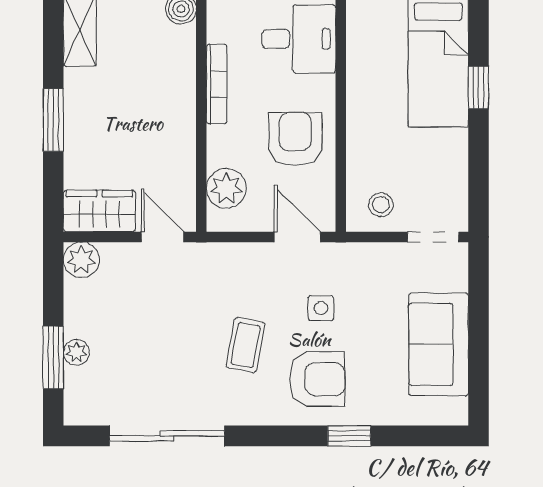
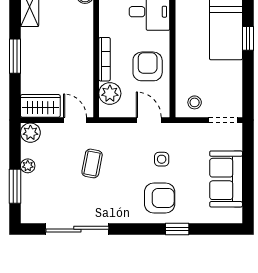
bookcase: (217, 84) -> (104, 59), moved
coffee table: (246, 345) -> (92, 163), moved
plant: (76, 352) -> (28, 166), moved

